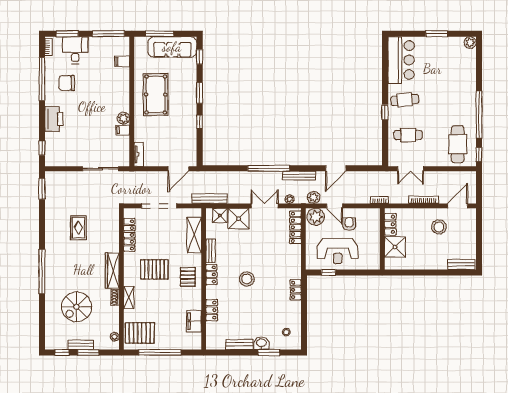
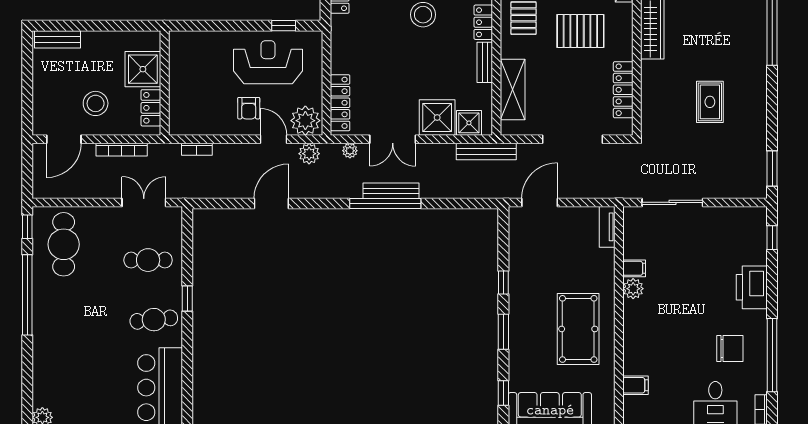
bench: (299, 176) -> (391, 191), moved
locker: (390, 224) -> (151, 108), moved
wall: (382, 239) -> (165, 83), moved
shower: (395, 247) -> (143, 69), moved

